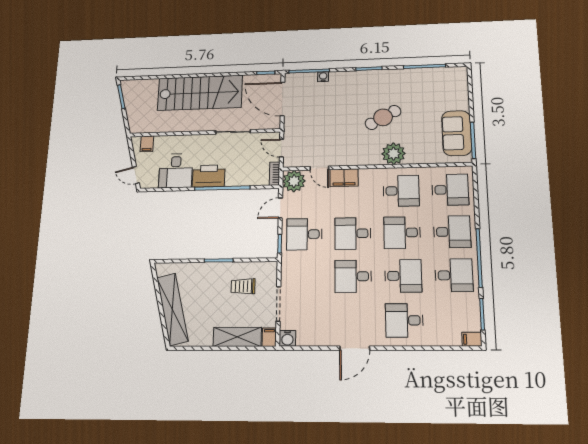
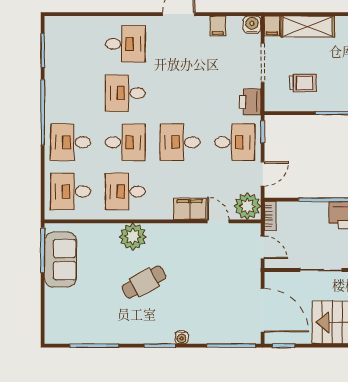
water cooler: (323, 77) -> (182, 337), moved
desk: (353, 233) -> (180, 142), turned 180
printer: (290, 269) -> (250, 102), added
desk: (454, 275) -> (71, 93), removed
desk: (353, 276) -> (180, 93), removed
filing cabinet: (472, 339) -> (218, 26), moved, turned 90

